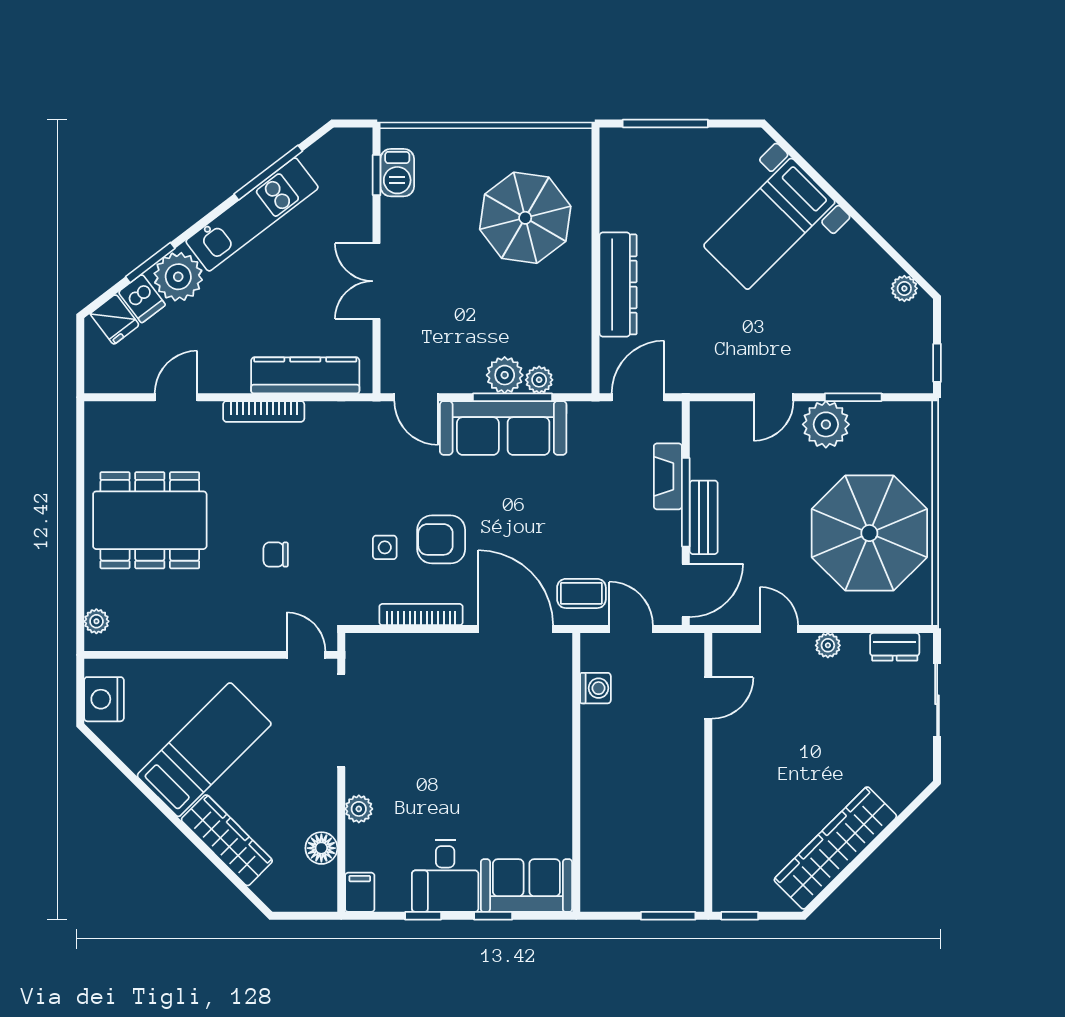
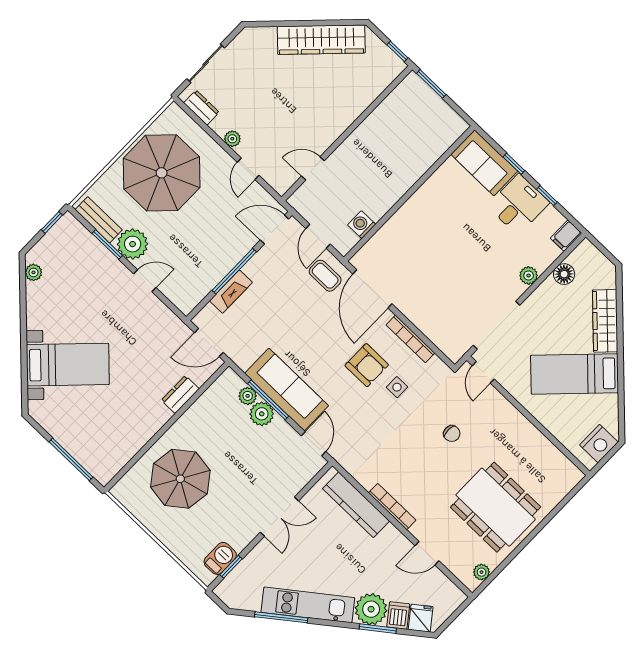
dresser: (618, 284) -> (180, 395), width x0.51, depth x0.80
bench: (704, 517) -> (99, 220), moved, turned 90
plant: (96, 621) -> (482, 572), moved

